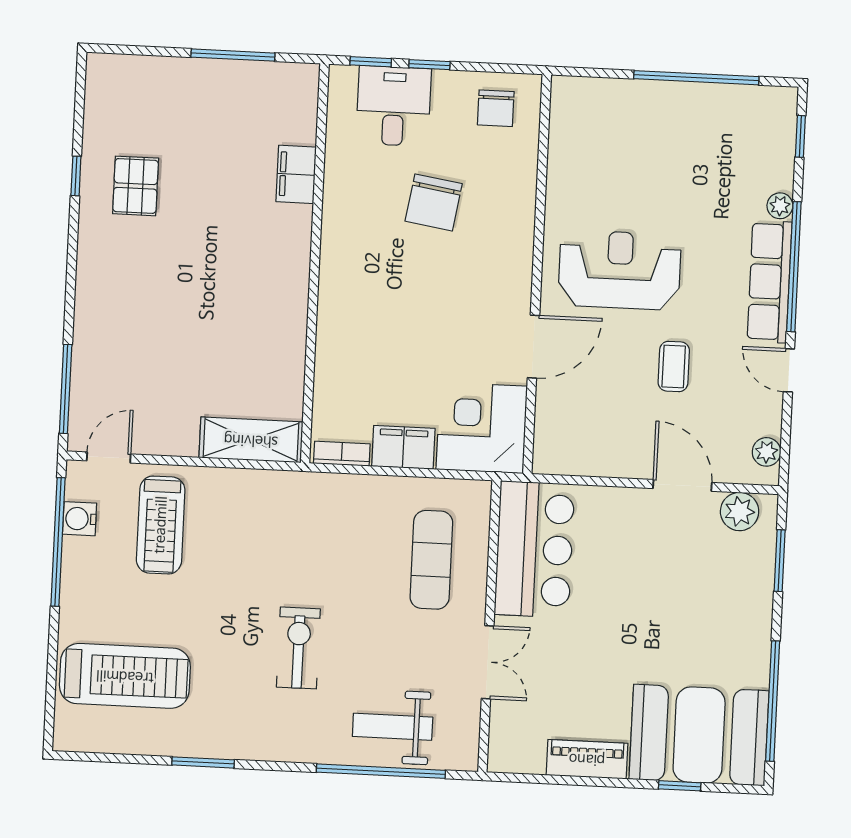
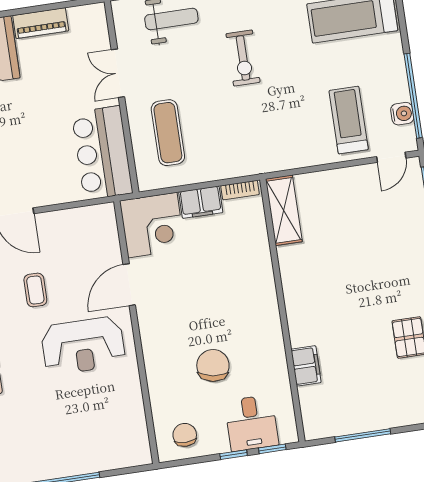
shelving: (251, 440) -> (284, 210), moved, turned 90

